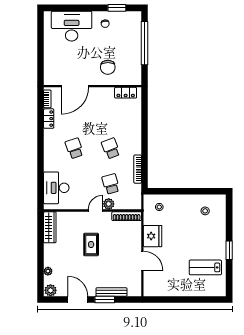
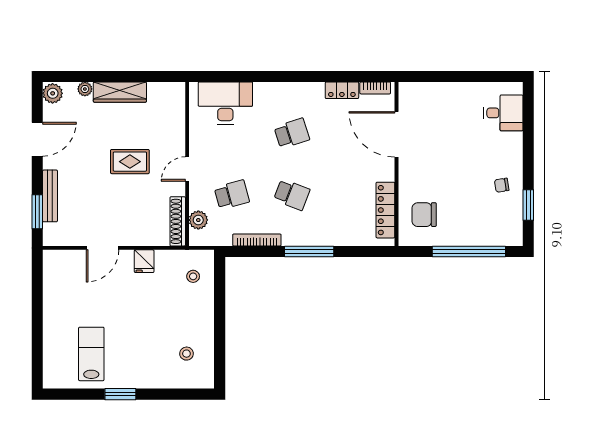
desk: (72, 26) -> (503, 113), width x0.53, depth x0.77
chair: (108, 67) -> (424, 215), moved
locker: (126, 93) -> (385, 210), width x1.53
window: (145, 138) -> (309, 252), added
school desk: (111, 148) -> (292, 195), turned 42
plant: (109, 204) -> (198, 220), moved
door: (96, 211) -> (187, 169), swing flipped
wardrobe: (50, 227) -> (120, 92), moved
fridge: (153, 236) -> (144, 261), width x0.53, depth x0.75
window: (105, 300) -> (37, 212), moved

